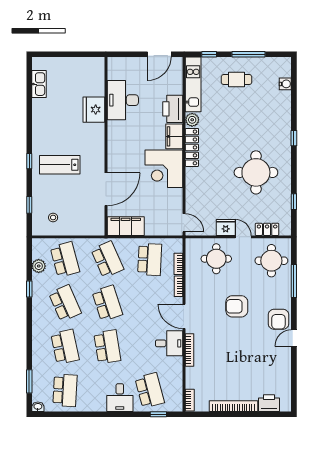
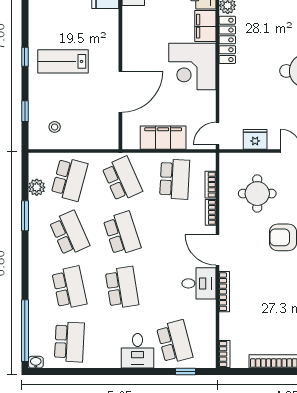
door: (184, 223) -> (217, 133), swing flipped
filing cabinet: (126, 226) -> (163, 138), moved
fridge: (226, 227) -> (255, 139), moved
school desk: (65, 259) -> (69, 179), turned 30
round table: (216, 259) -> (257, 194), moved
window: (29, 289) -> (25, 216), width x1.50
window: (29, 381) -> (25, 331), width x2.11

